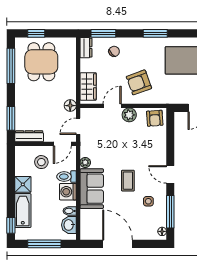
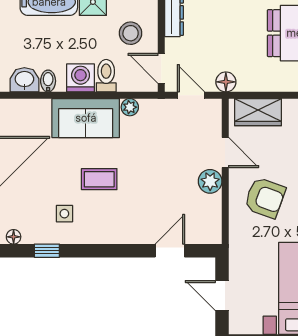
armchair: (139, 82) -> (265, 198), turned 130
armchair: (155, 118) -> (204, 224), removed
door: (170, 174) -> (170, 251), moved
window: (170, 212) -> (47, 251), width x0.46

